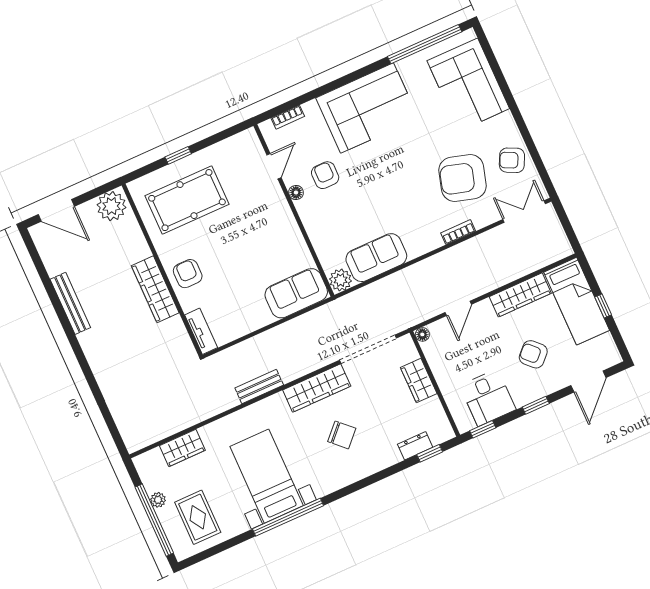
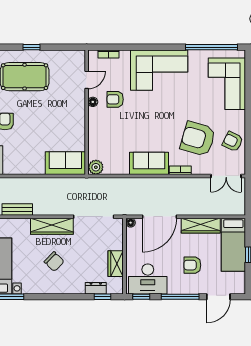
armchair: (325, 175) -> (115, 99), turned -90
double door: (524, 212) -> (226, 176), swing flipped
sofa: (376, 258) -> (149, 163), moved
door: (458, 308) -> (160, 217), width x1.87
armchair: (533, 354) -> (192, 265), turned -45
wardrobe: (419, 381) -> (116, 264), moved
desk: (488, 398) -> (148, 279), width x1.37
window: (536, 405) -> (180, 297), width x2.17

